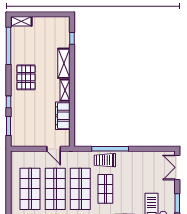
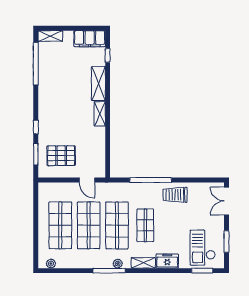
pallet: (26, 77) -> (61, 156), moved, turned 90
filing cabinet: (63, 116) -> (90, 39), moved, turned -90
trolley: (105, 160) -> (175, 195), moved

